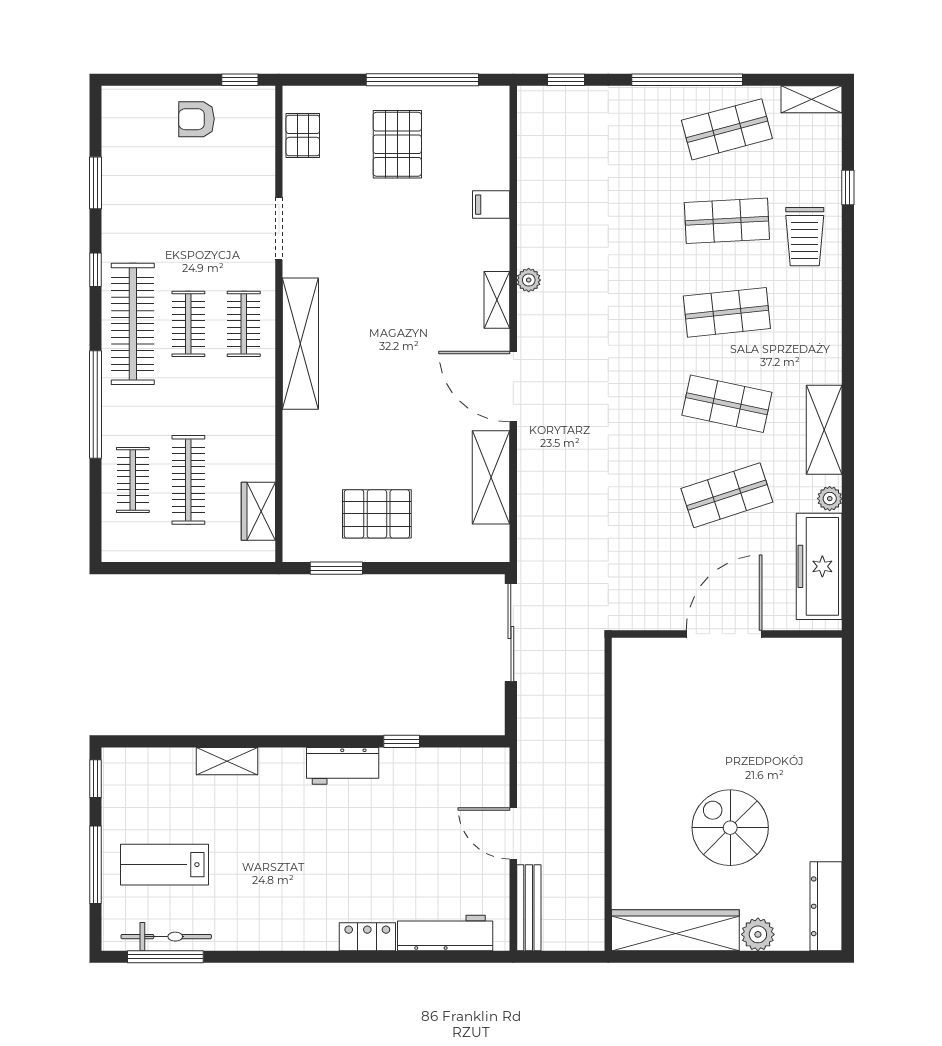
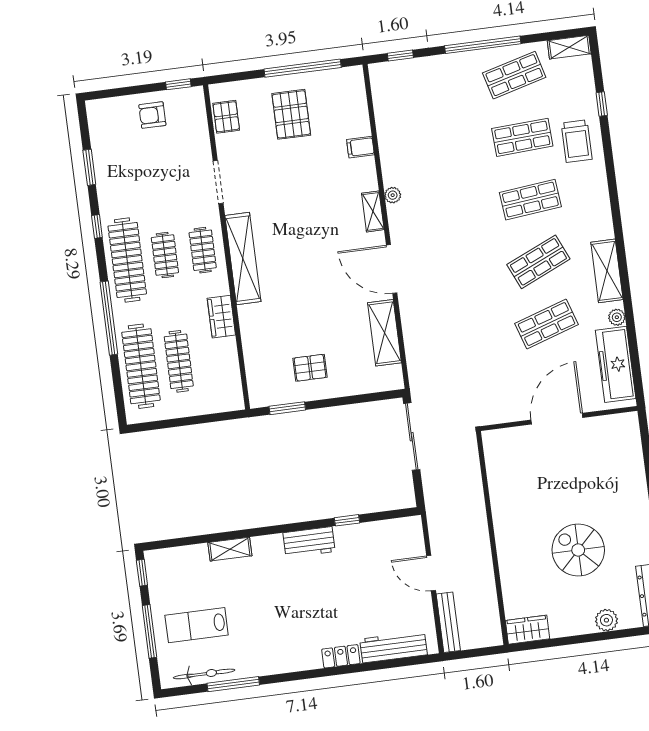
shop shelf: (727, 404) -> (538, 262), turned -36
clothes rail: (133, 480) -> (141, 366), width x1.86, depth x1.31
wardrobe: (258, 511) -> (221, 317), moved
pallet: (377, 514) -> (310, 368), width x0.67, depth x0.71
wardrobe: (675, 930) -> (528, 630), width x0.48, depth x0.85
window: (165, 957) -> (233, 684), moved

